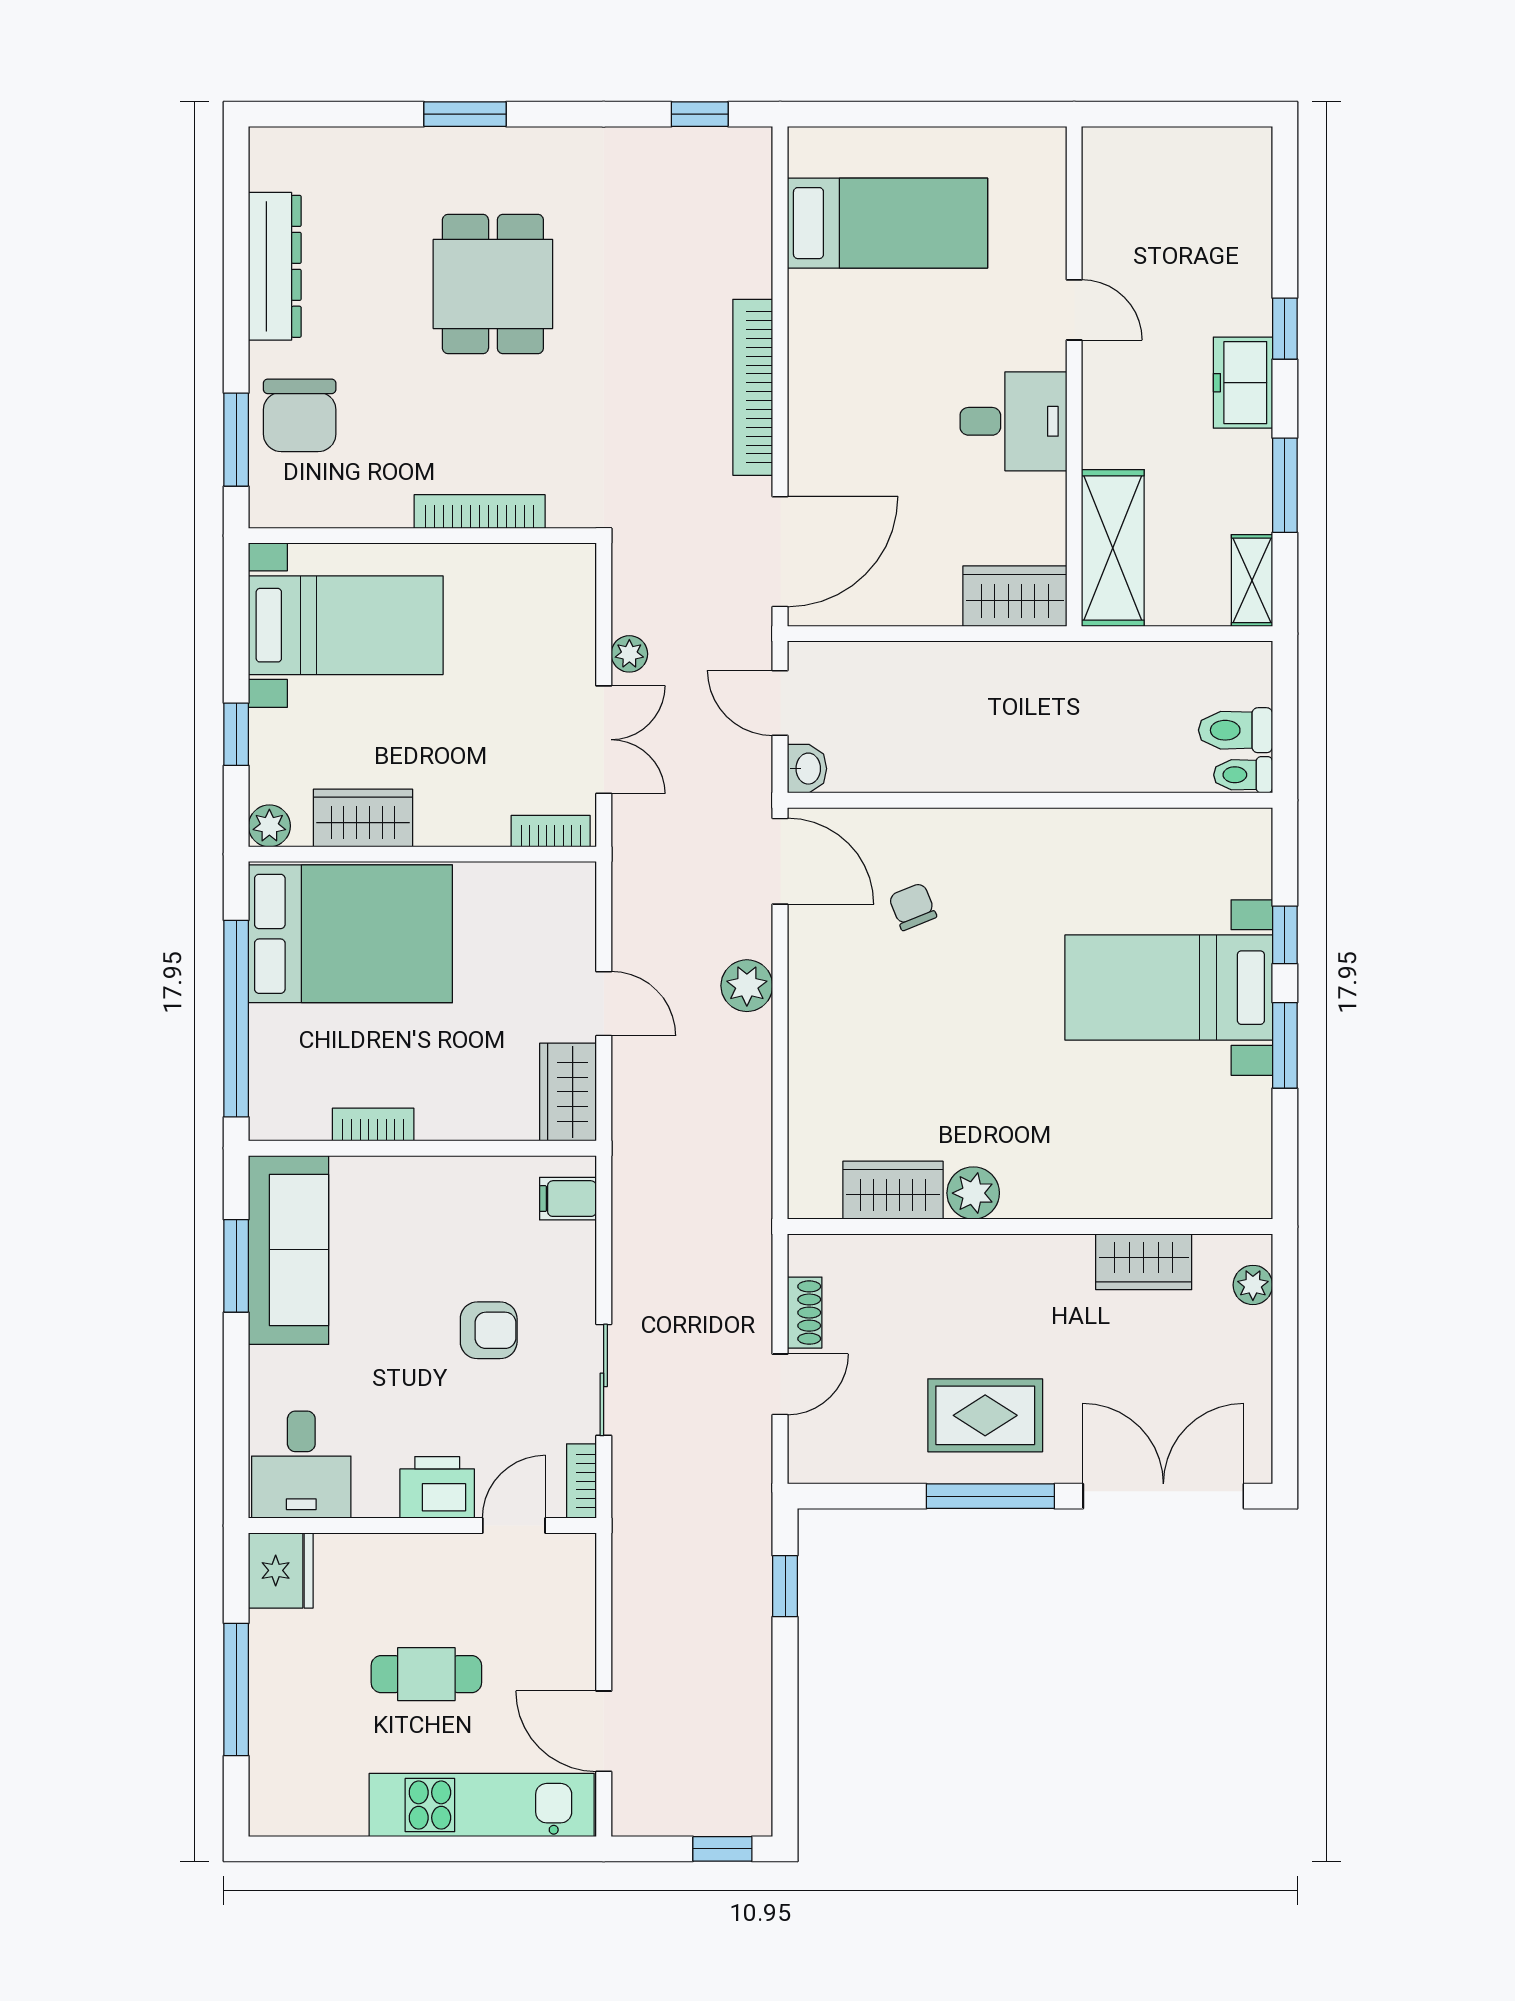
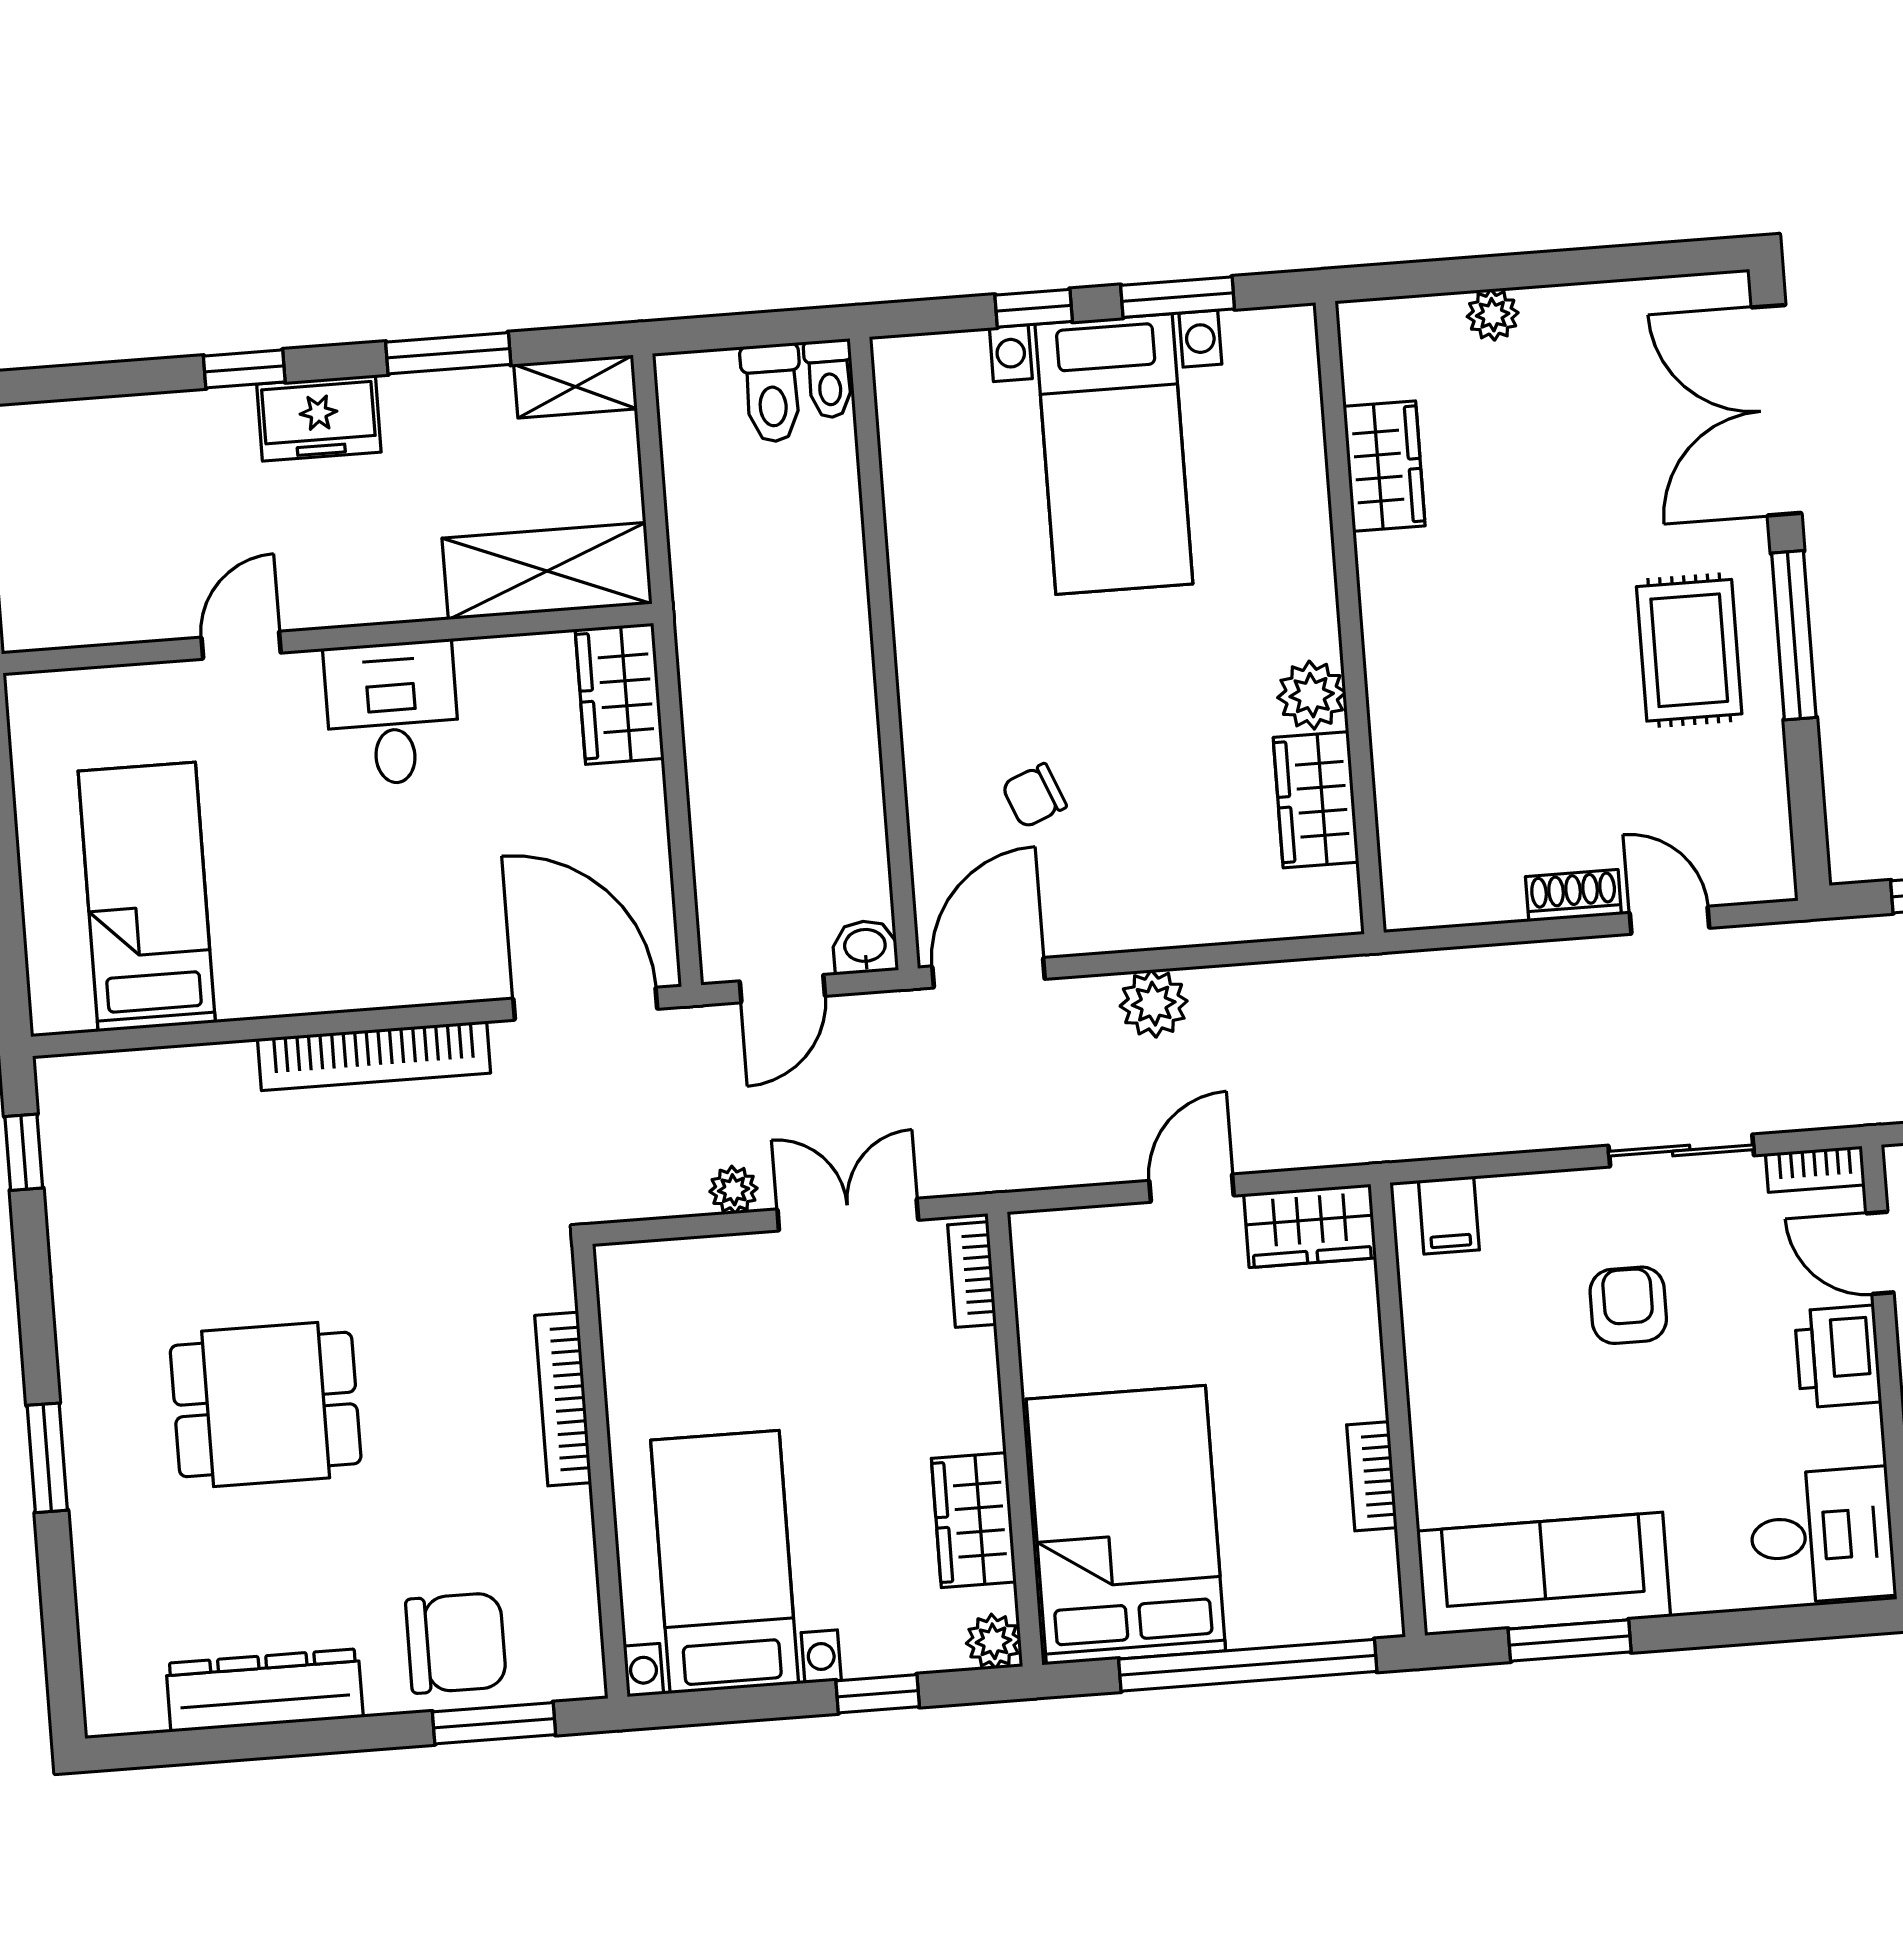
wardrobe: (893, 1190) -> (1316, 800), moved
plant: (973, 1193) -> (1312, 695), moved
wall: (1030, 1227) -> (1350, 618), moved
wardrobe: (1144, 1262) -> (1384, 466), moved

